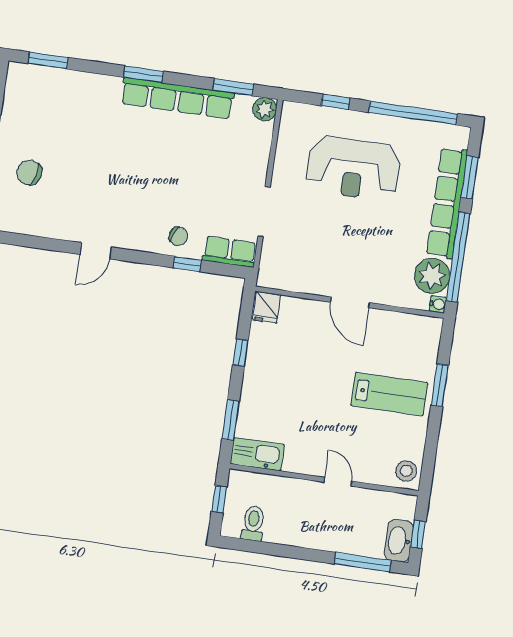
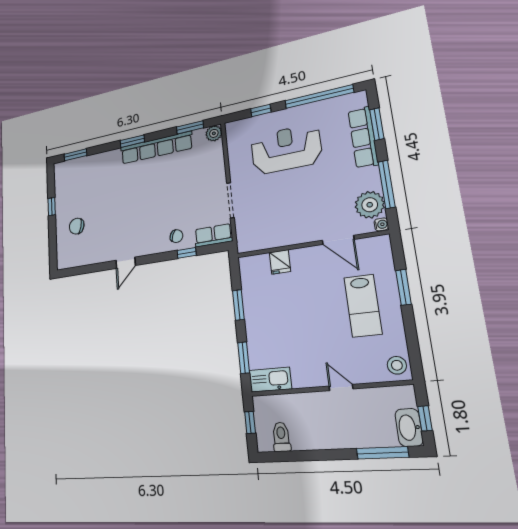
reception desk: (353, 168) -> (286, 149), turned 180
row of seats: (447, 203) -> (363, 137), width x0.73
window: (458, 257) -> (387, 184), width x0.68
door: (350, 302) -> (338, 240), moved
fridge: (267, 307) -> (280, 262), moved
window: (240, 353) -> (238, 305), width x1.50
lab bench: (389, 394) -> (363, 306), turned 90

